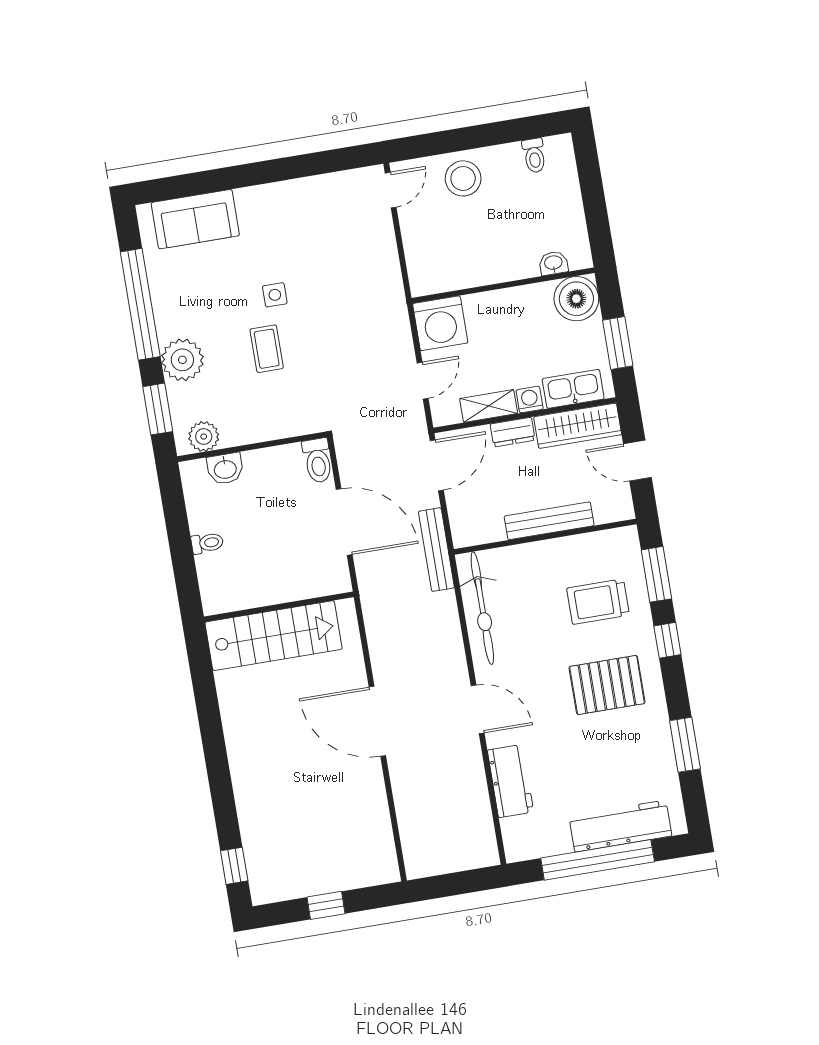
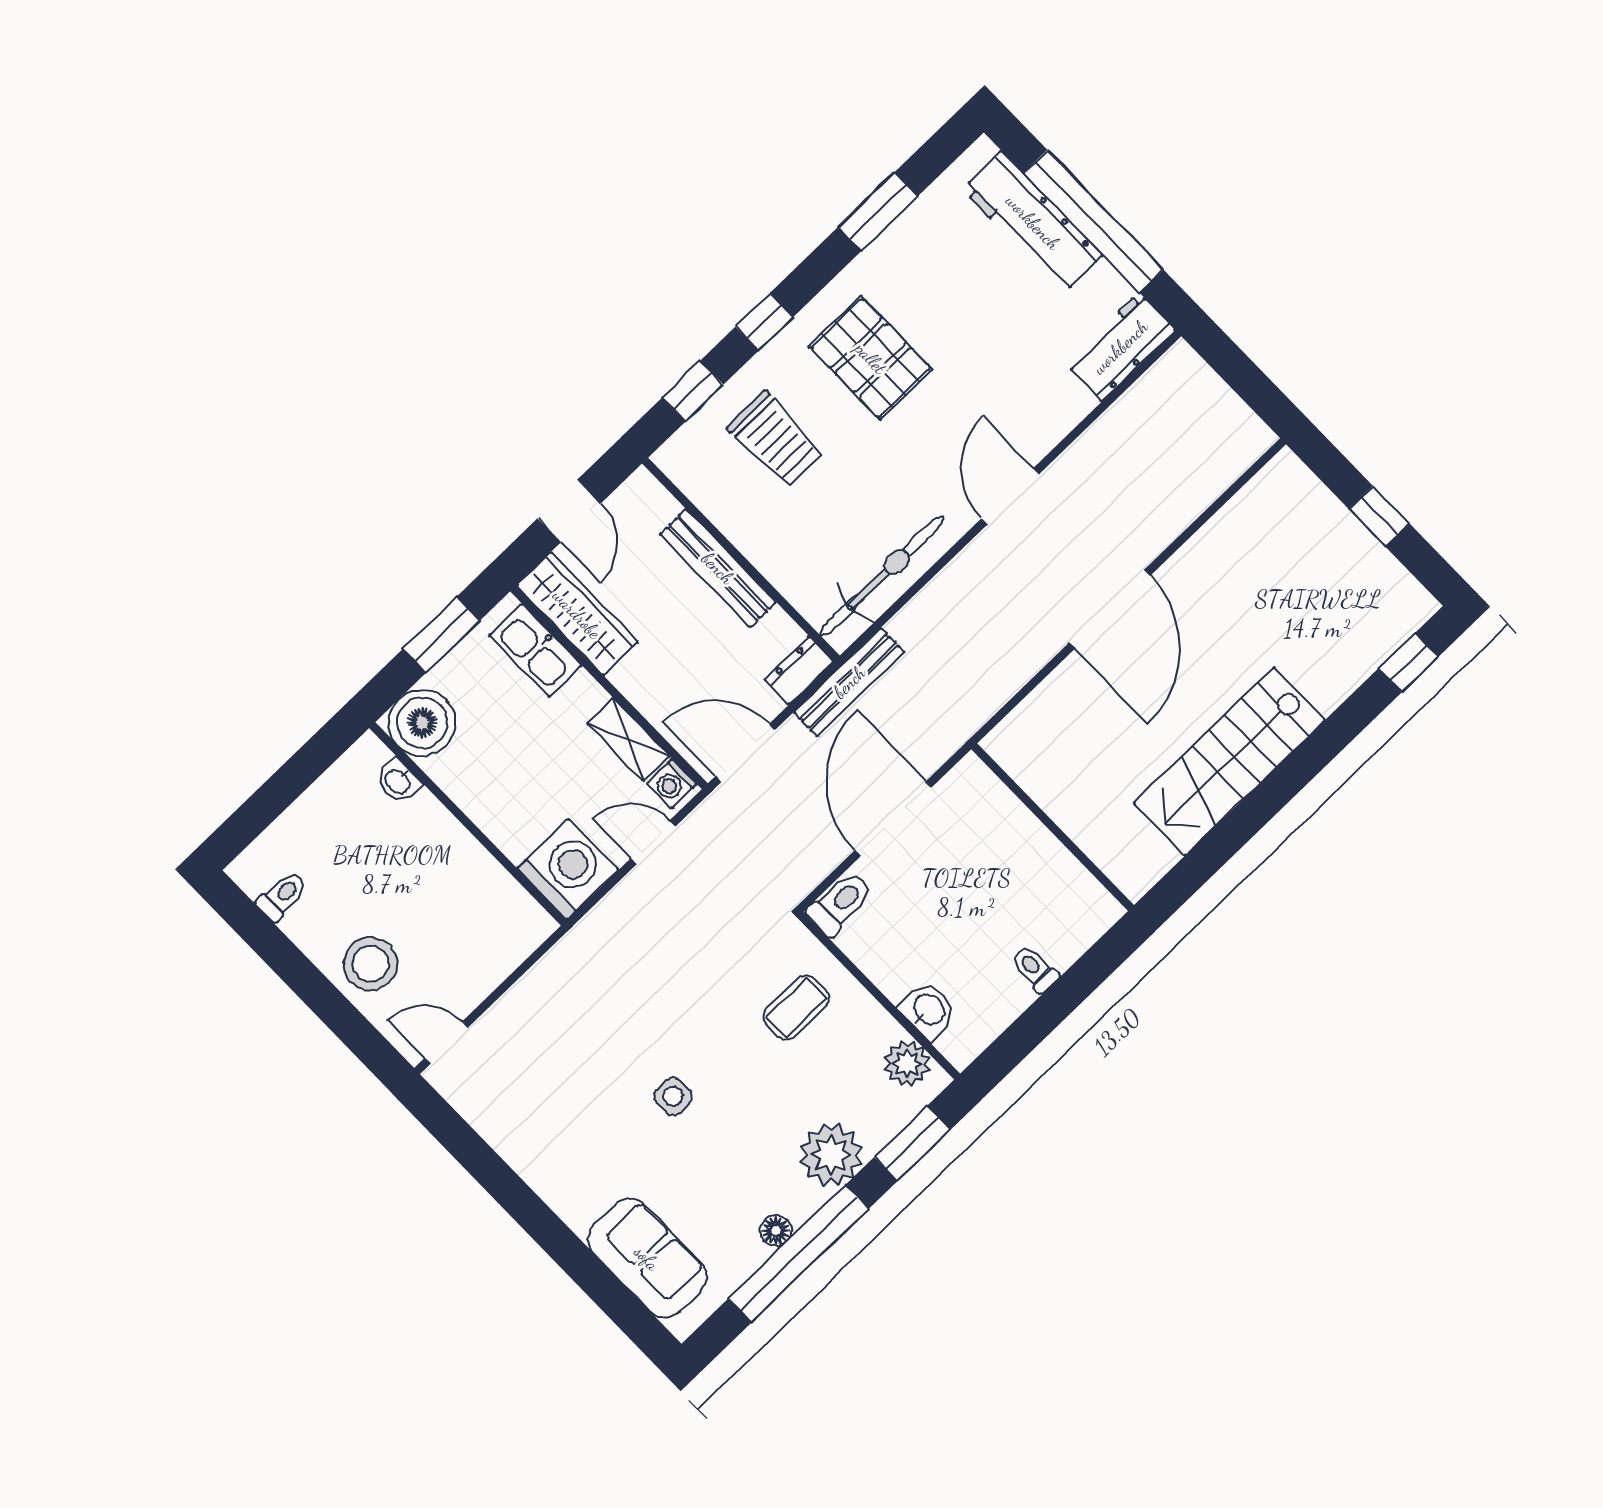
floor lamp: (162, 301) -> (776, 1231), added
coffee table: (267, 349) -> (796, 1008), moved
washing machine: (530, 400) -> (672, 784), moved
dresser: (513, 432) -> (799, 670), moved, turned -90
window: (656, 574) -> (693, 391), width x0.67
stairs: (274, 636) -> (1229, 761), moved, turned -90
workbench: (510, 781) -> (1120, 347), moved

